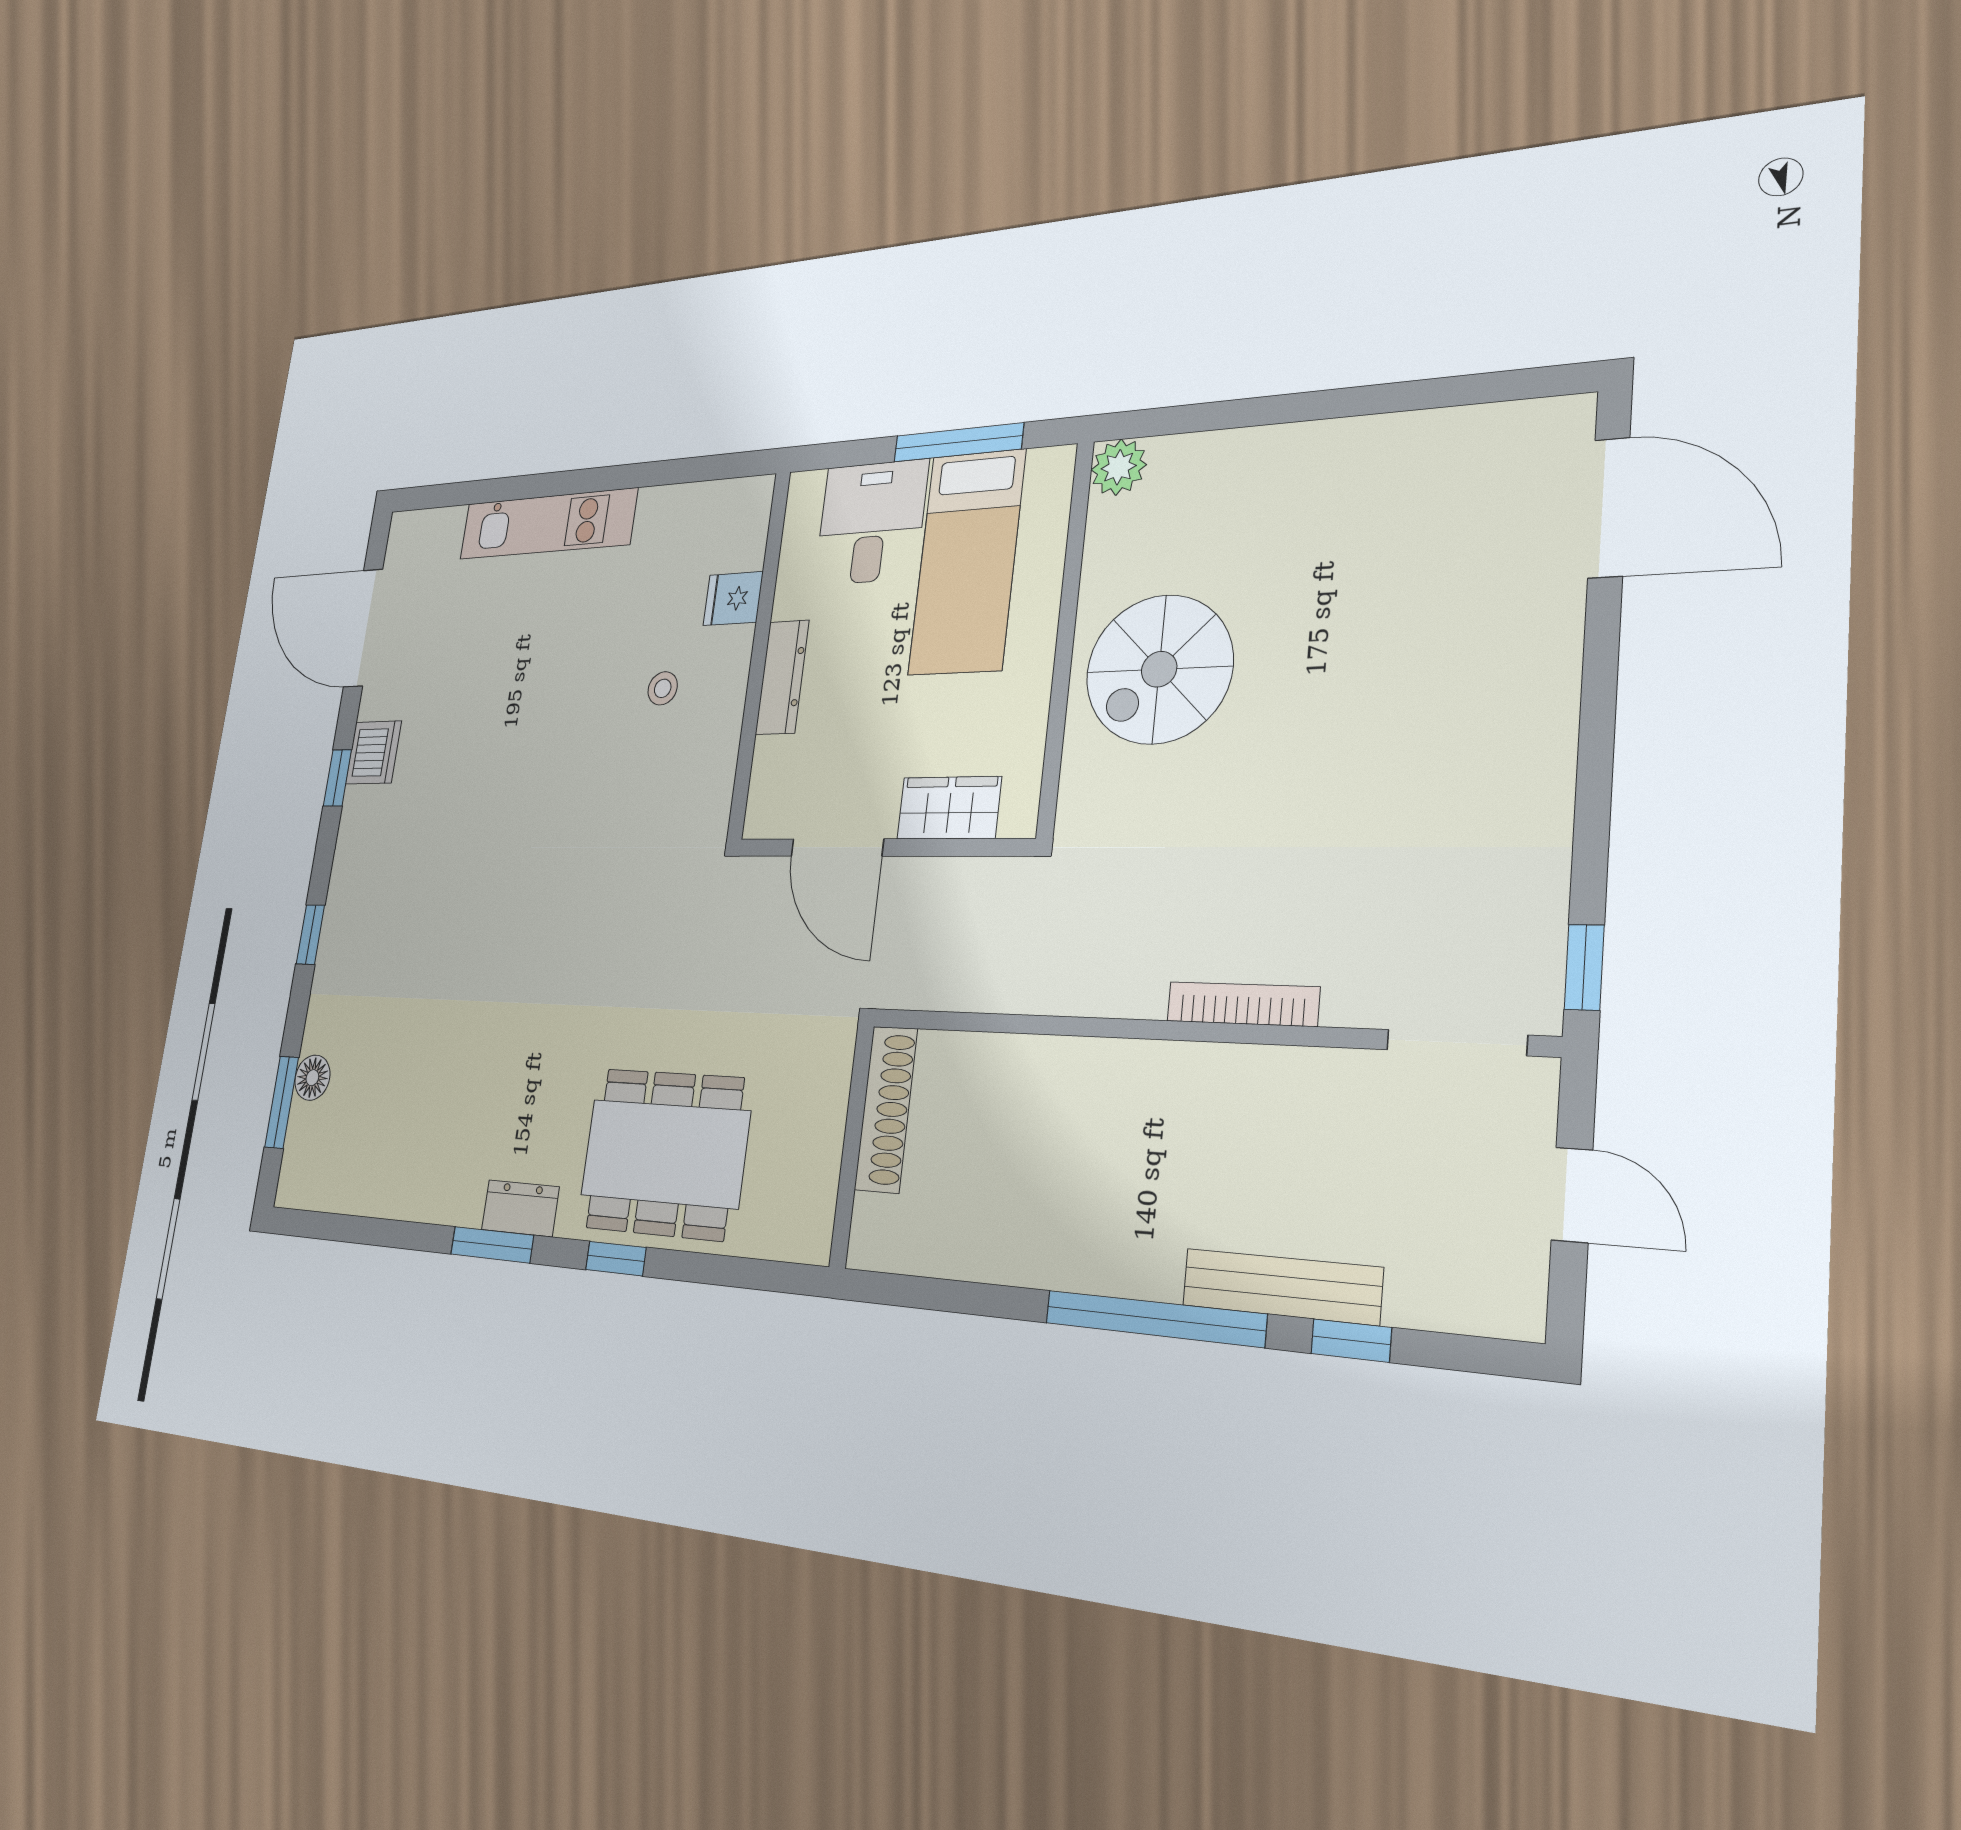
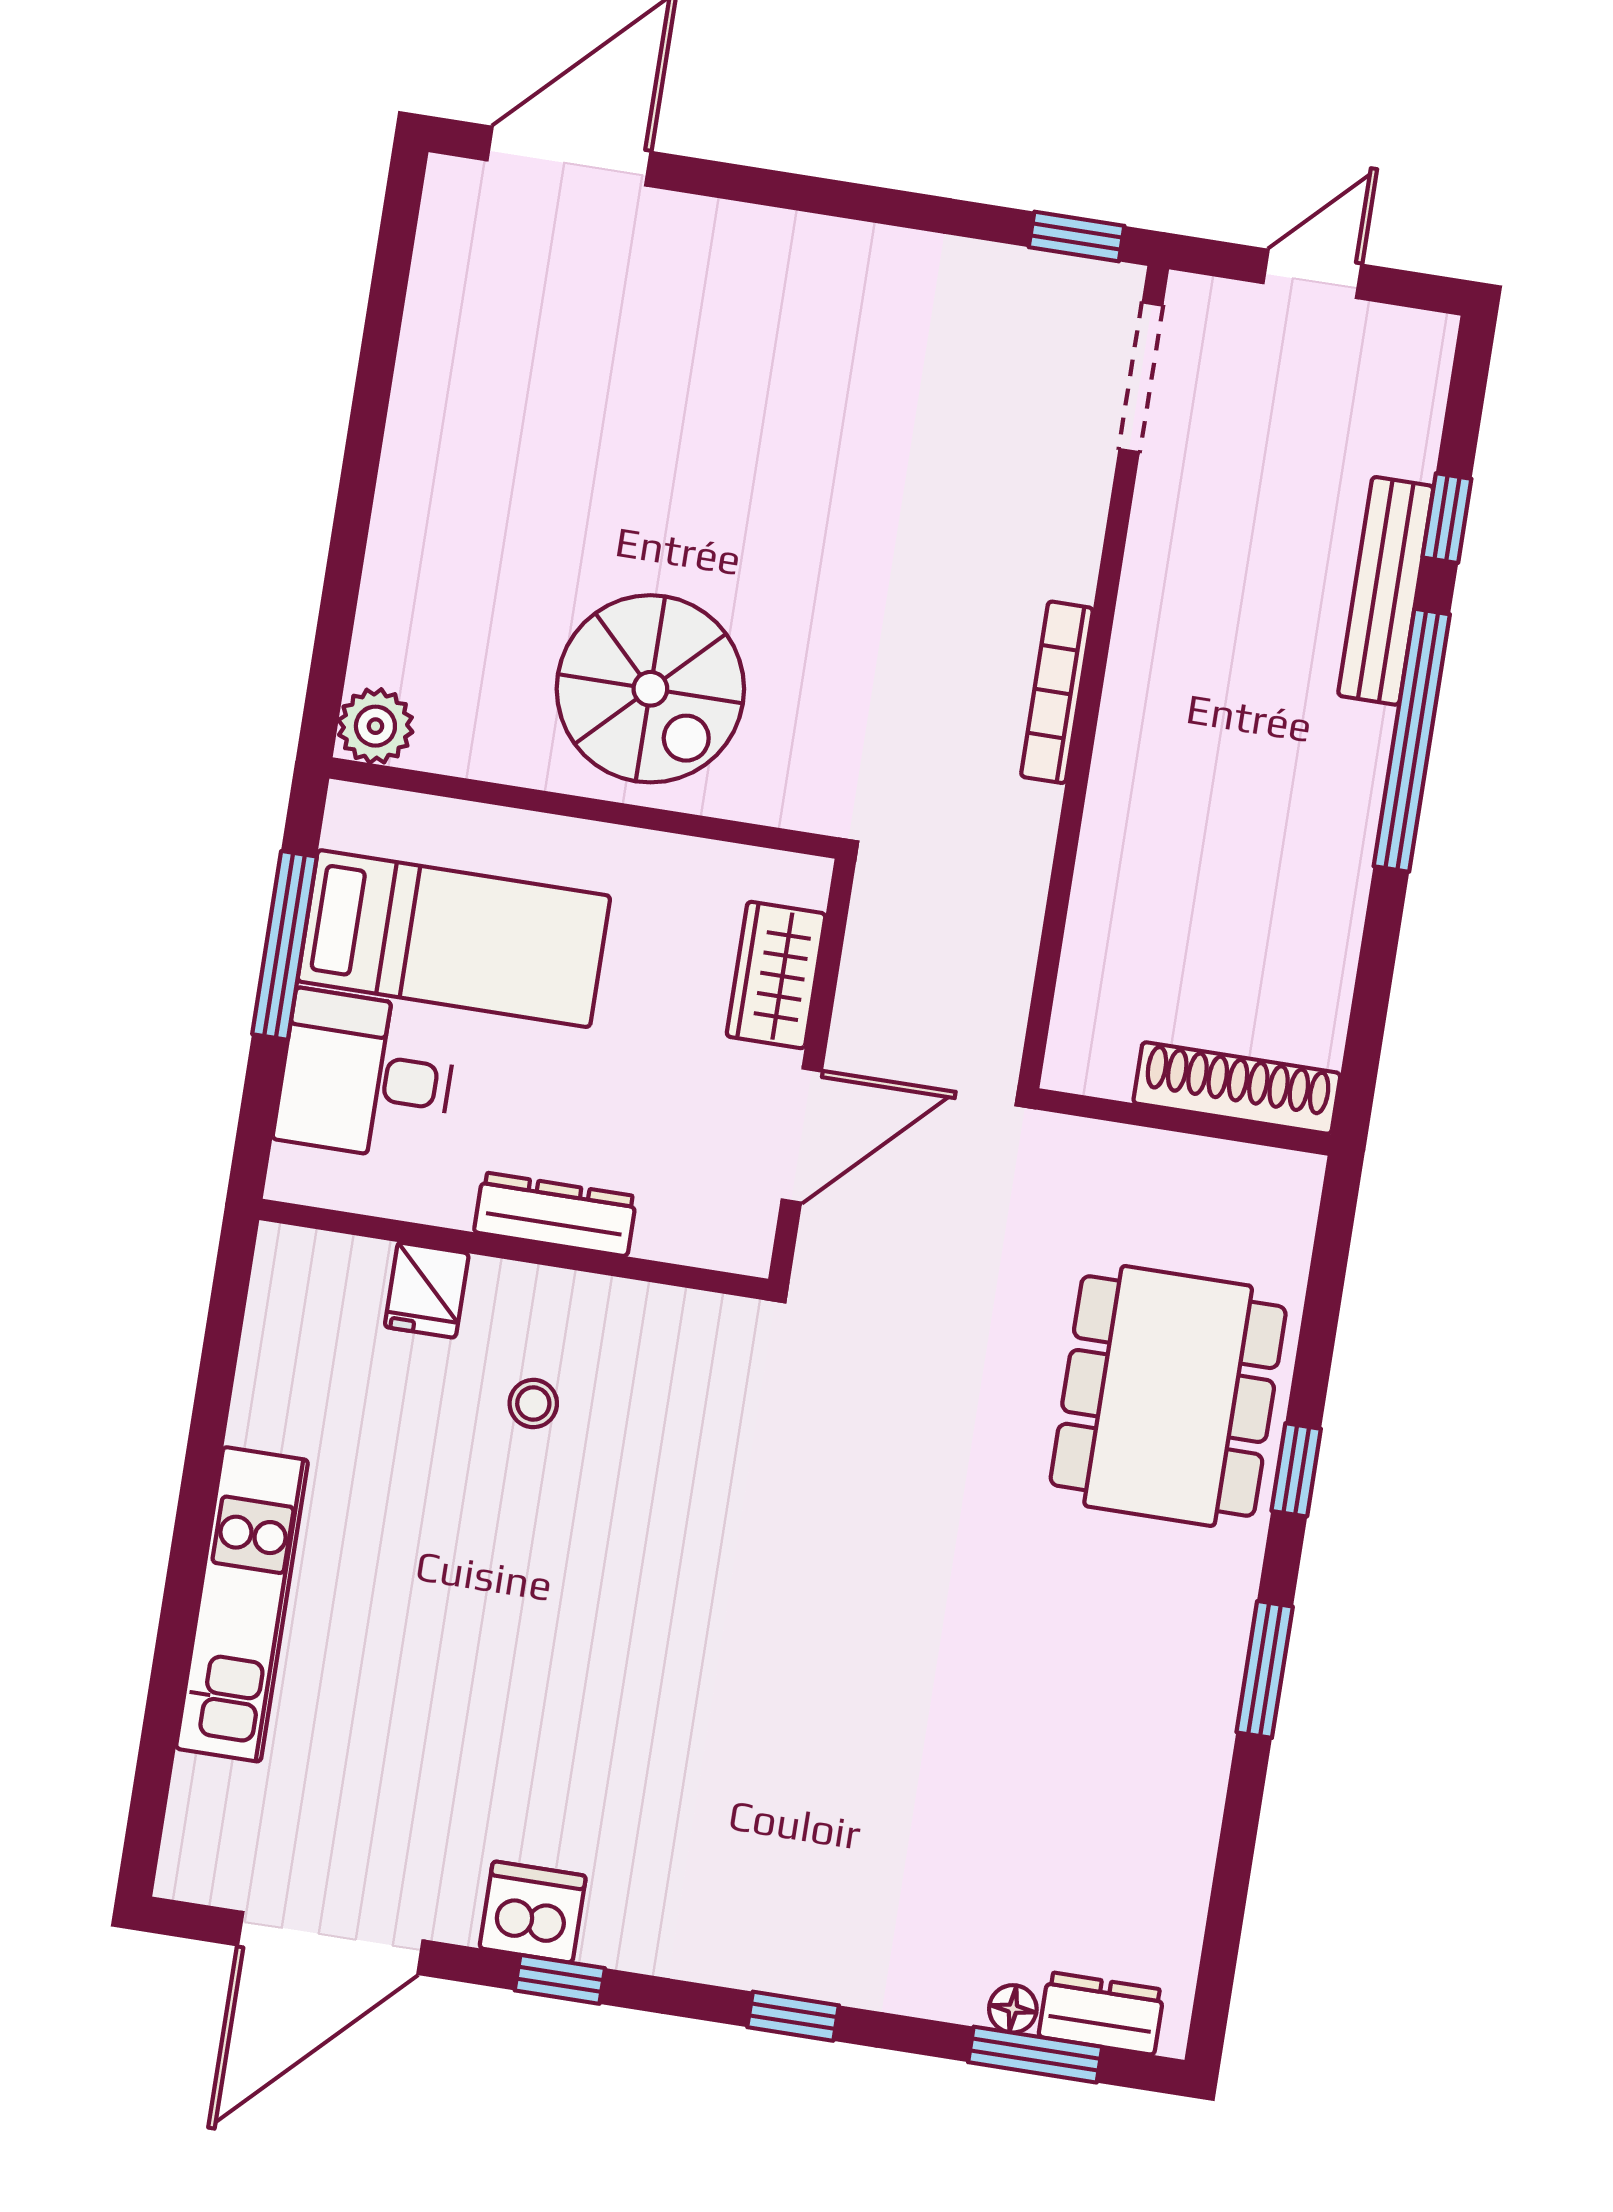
bookcase: (1243, 1004) -> (1057, 692), moved
floor lamp: (312, 1078) -> (1013, 2009), width x0.73, depth x0.73
shoe rack: (886, 1109) -> (1237, 1088), moved
dresser: (520, 1208) -> (1101, 2013), moved, turned 90

